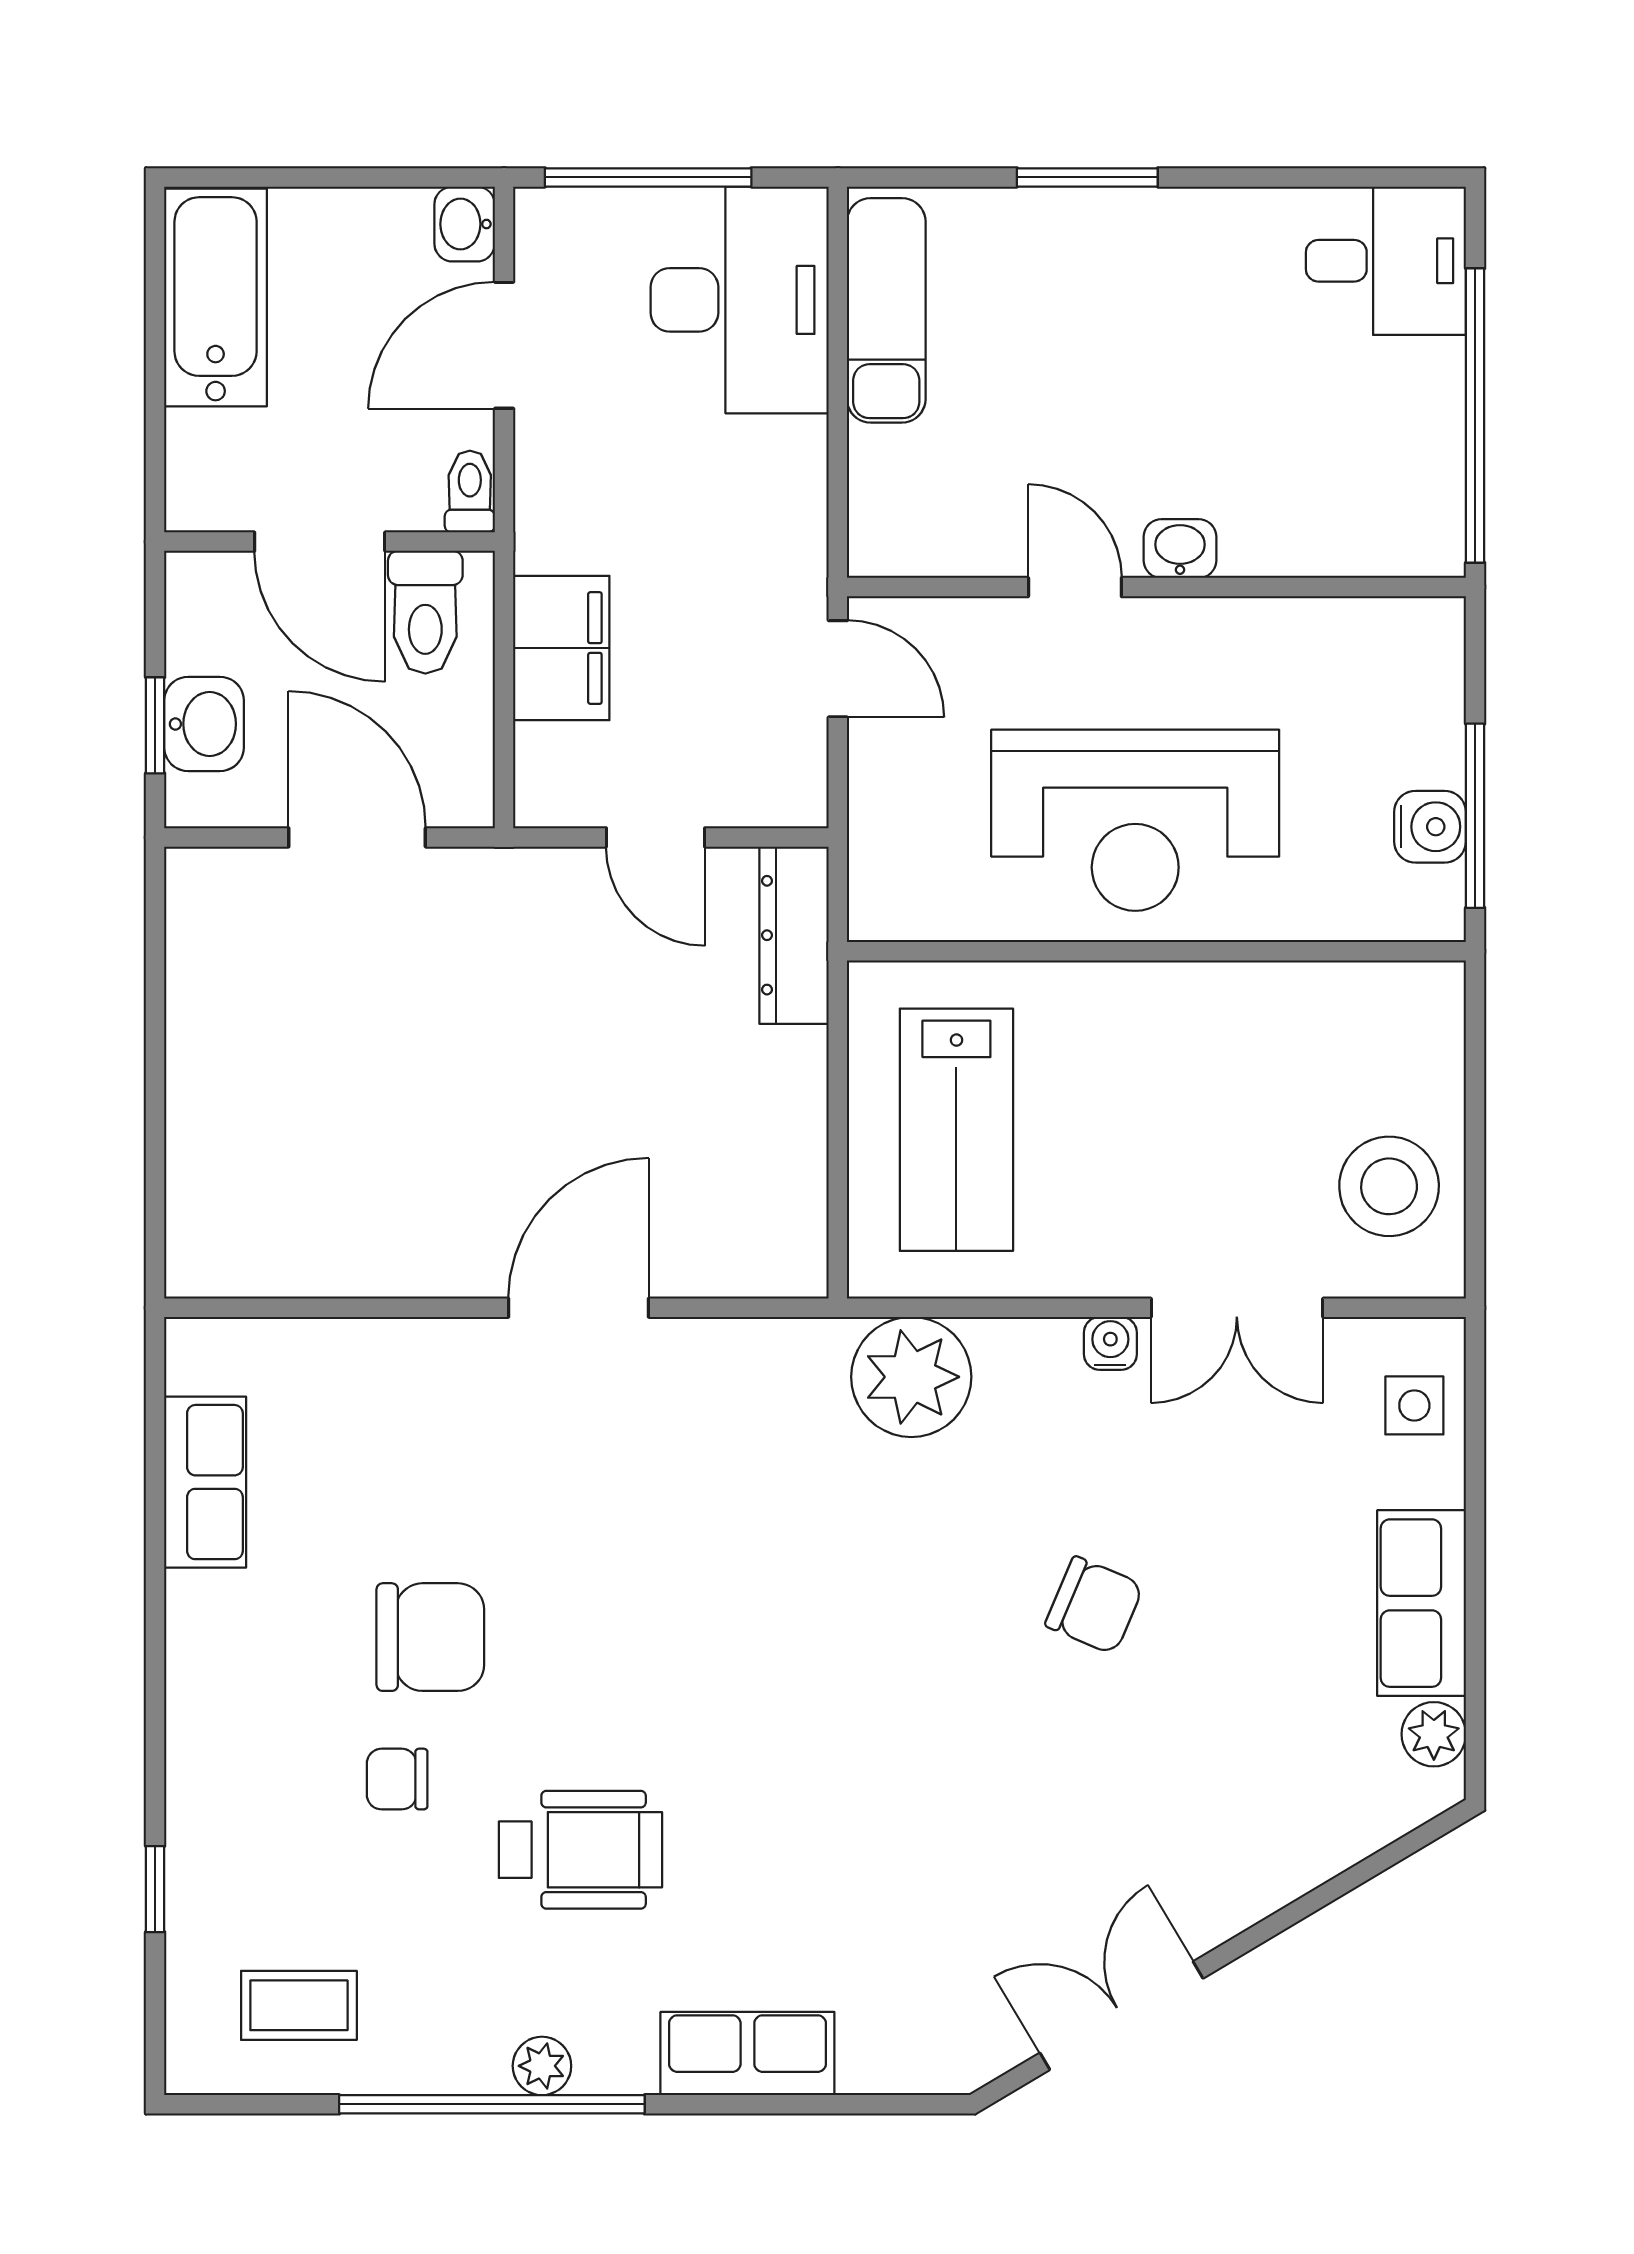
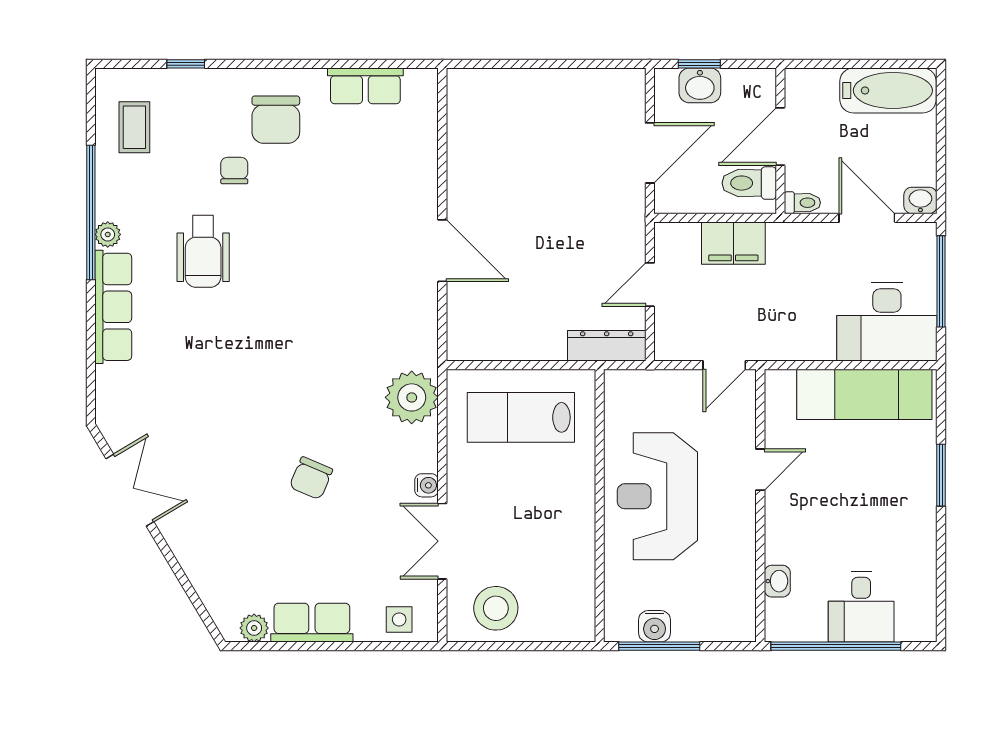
desk: (1386, 261) -> (861, 607), moved
exam couch: (886, 310) -> (864, 394), width x1.36, depth x1.45
washbasin: (1180, 549) -> (777, 581), moved
chair: (430, 1637) -> (276, 120), moved
row of seats: (747, 2054) -> (113, 307), width x1.48

